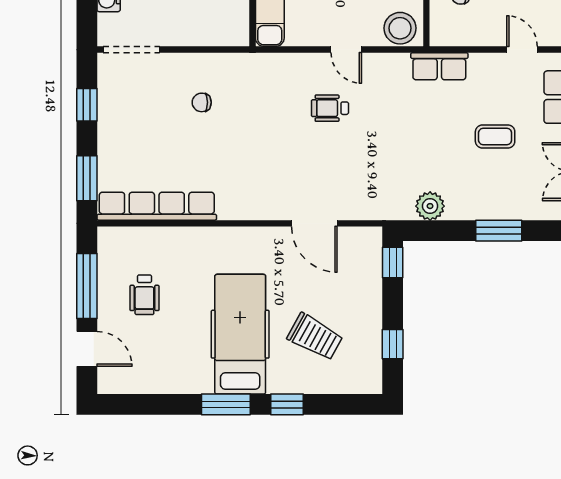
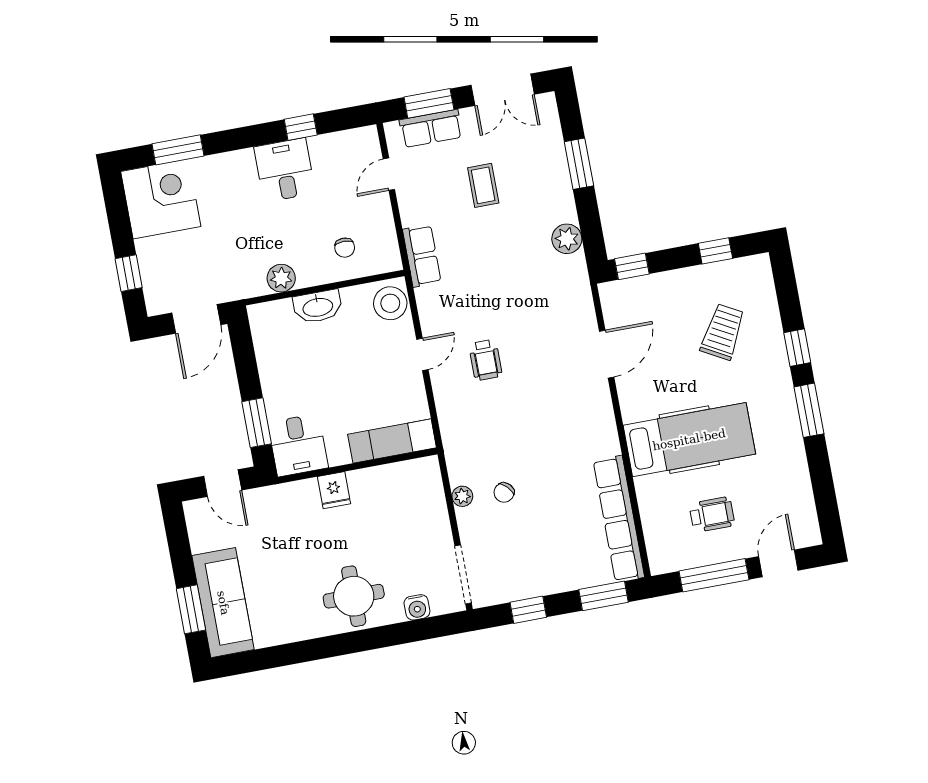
plant: (205, 62) -> (462, 496), added
chair: (202, 102) -> (504, 492), turned 47
hospital bed: (240, 334) -> (689, 440), moved, turned 180

